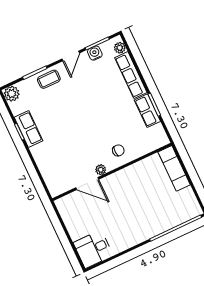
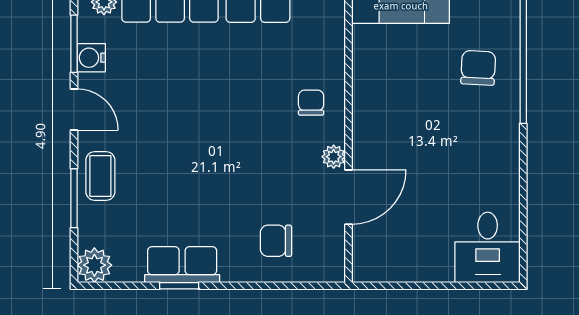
chair: (56, 162) -> (276, 241), added
chair: (164, 211) -> (478, 68), added

